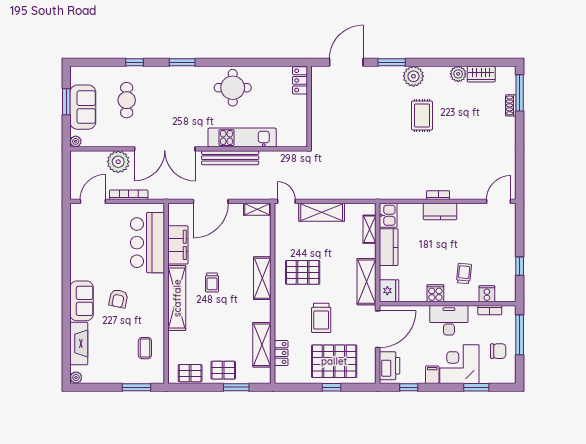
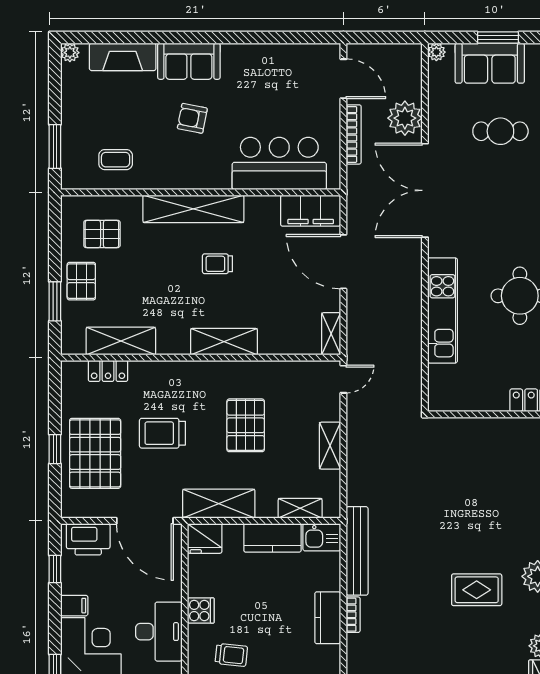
bench: (230, 158) -> (357, 551), moved
shelving: (322, 212) -> (330, 446), width x0.67, depth x0.75
filing cabinet: (178, 245) -> (311, 211), moved
pallet: (303, 272) -> (246, 425), moved
pallet: (190, 373) -> (102, 234), moved, turned 90

